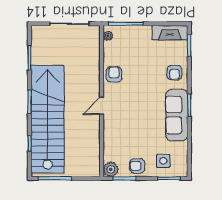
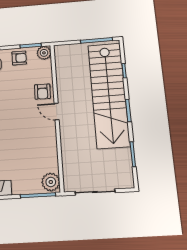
plant: (108, 36) -> (51, 182), width x1.87, depth x1.87
armchair: (114, 74) -> (42, 92), moved
door: (102, 106) -> (57, 112), swing flipped

